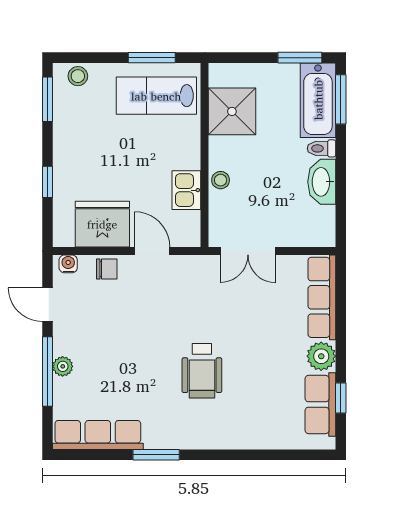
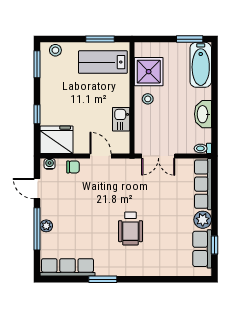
window: (341, 99) -> (215, 64), removed
toilet: (321, 148) -> (203, 148), moved
stool: (221, 180) -> (148, 99), moved
fridge: (102, 224) -> (57, 140), moved

